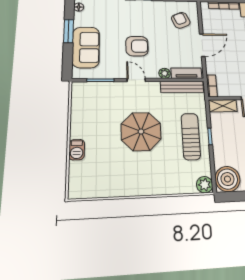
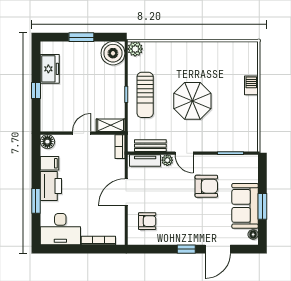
armchair: (181, 20) -> (147, 221), turned -67
armchair: (137, 46) -> (206, 186), moved, turned 180
sofa: (86, 47) -> (245, 206), moved
door: (136, 80) -> (184, 153), moved
bench: (182, 87) -> (150, 146), width x0.73

